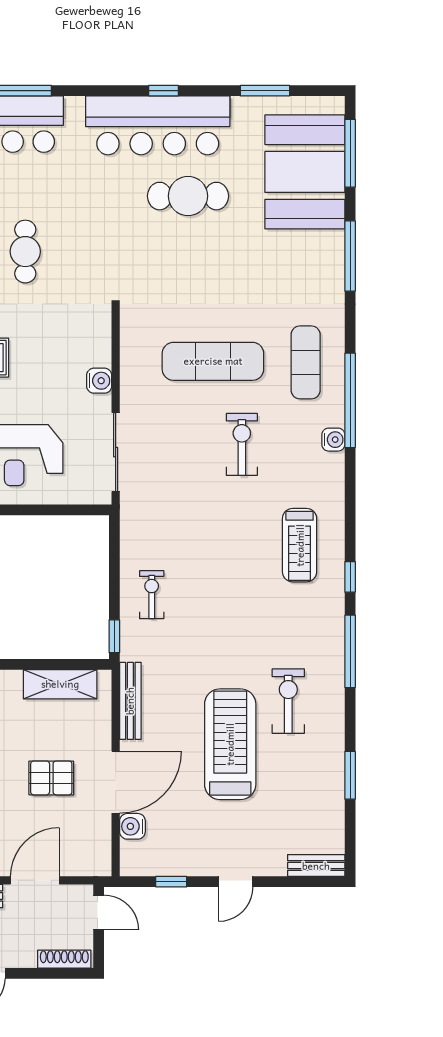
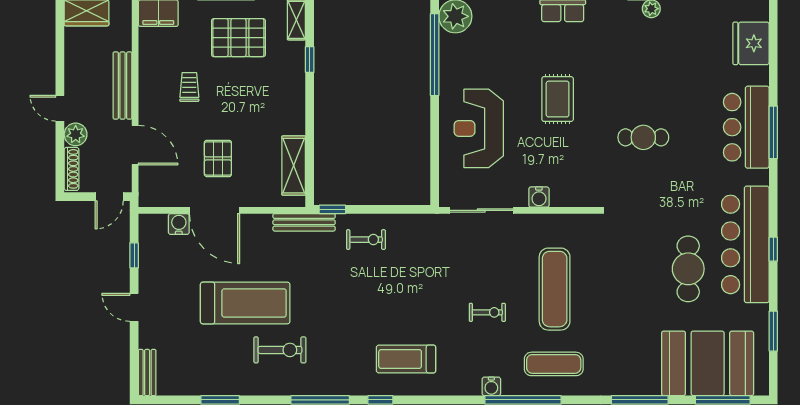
exercise bike: (242, 444) -> (487, 312), width x0.73, depth x0.72
bench: (130, 701) -> (304, 222), moved
plant: (22, 954) -> (76, 134), added

